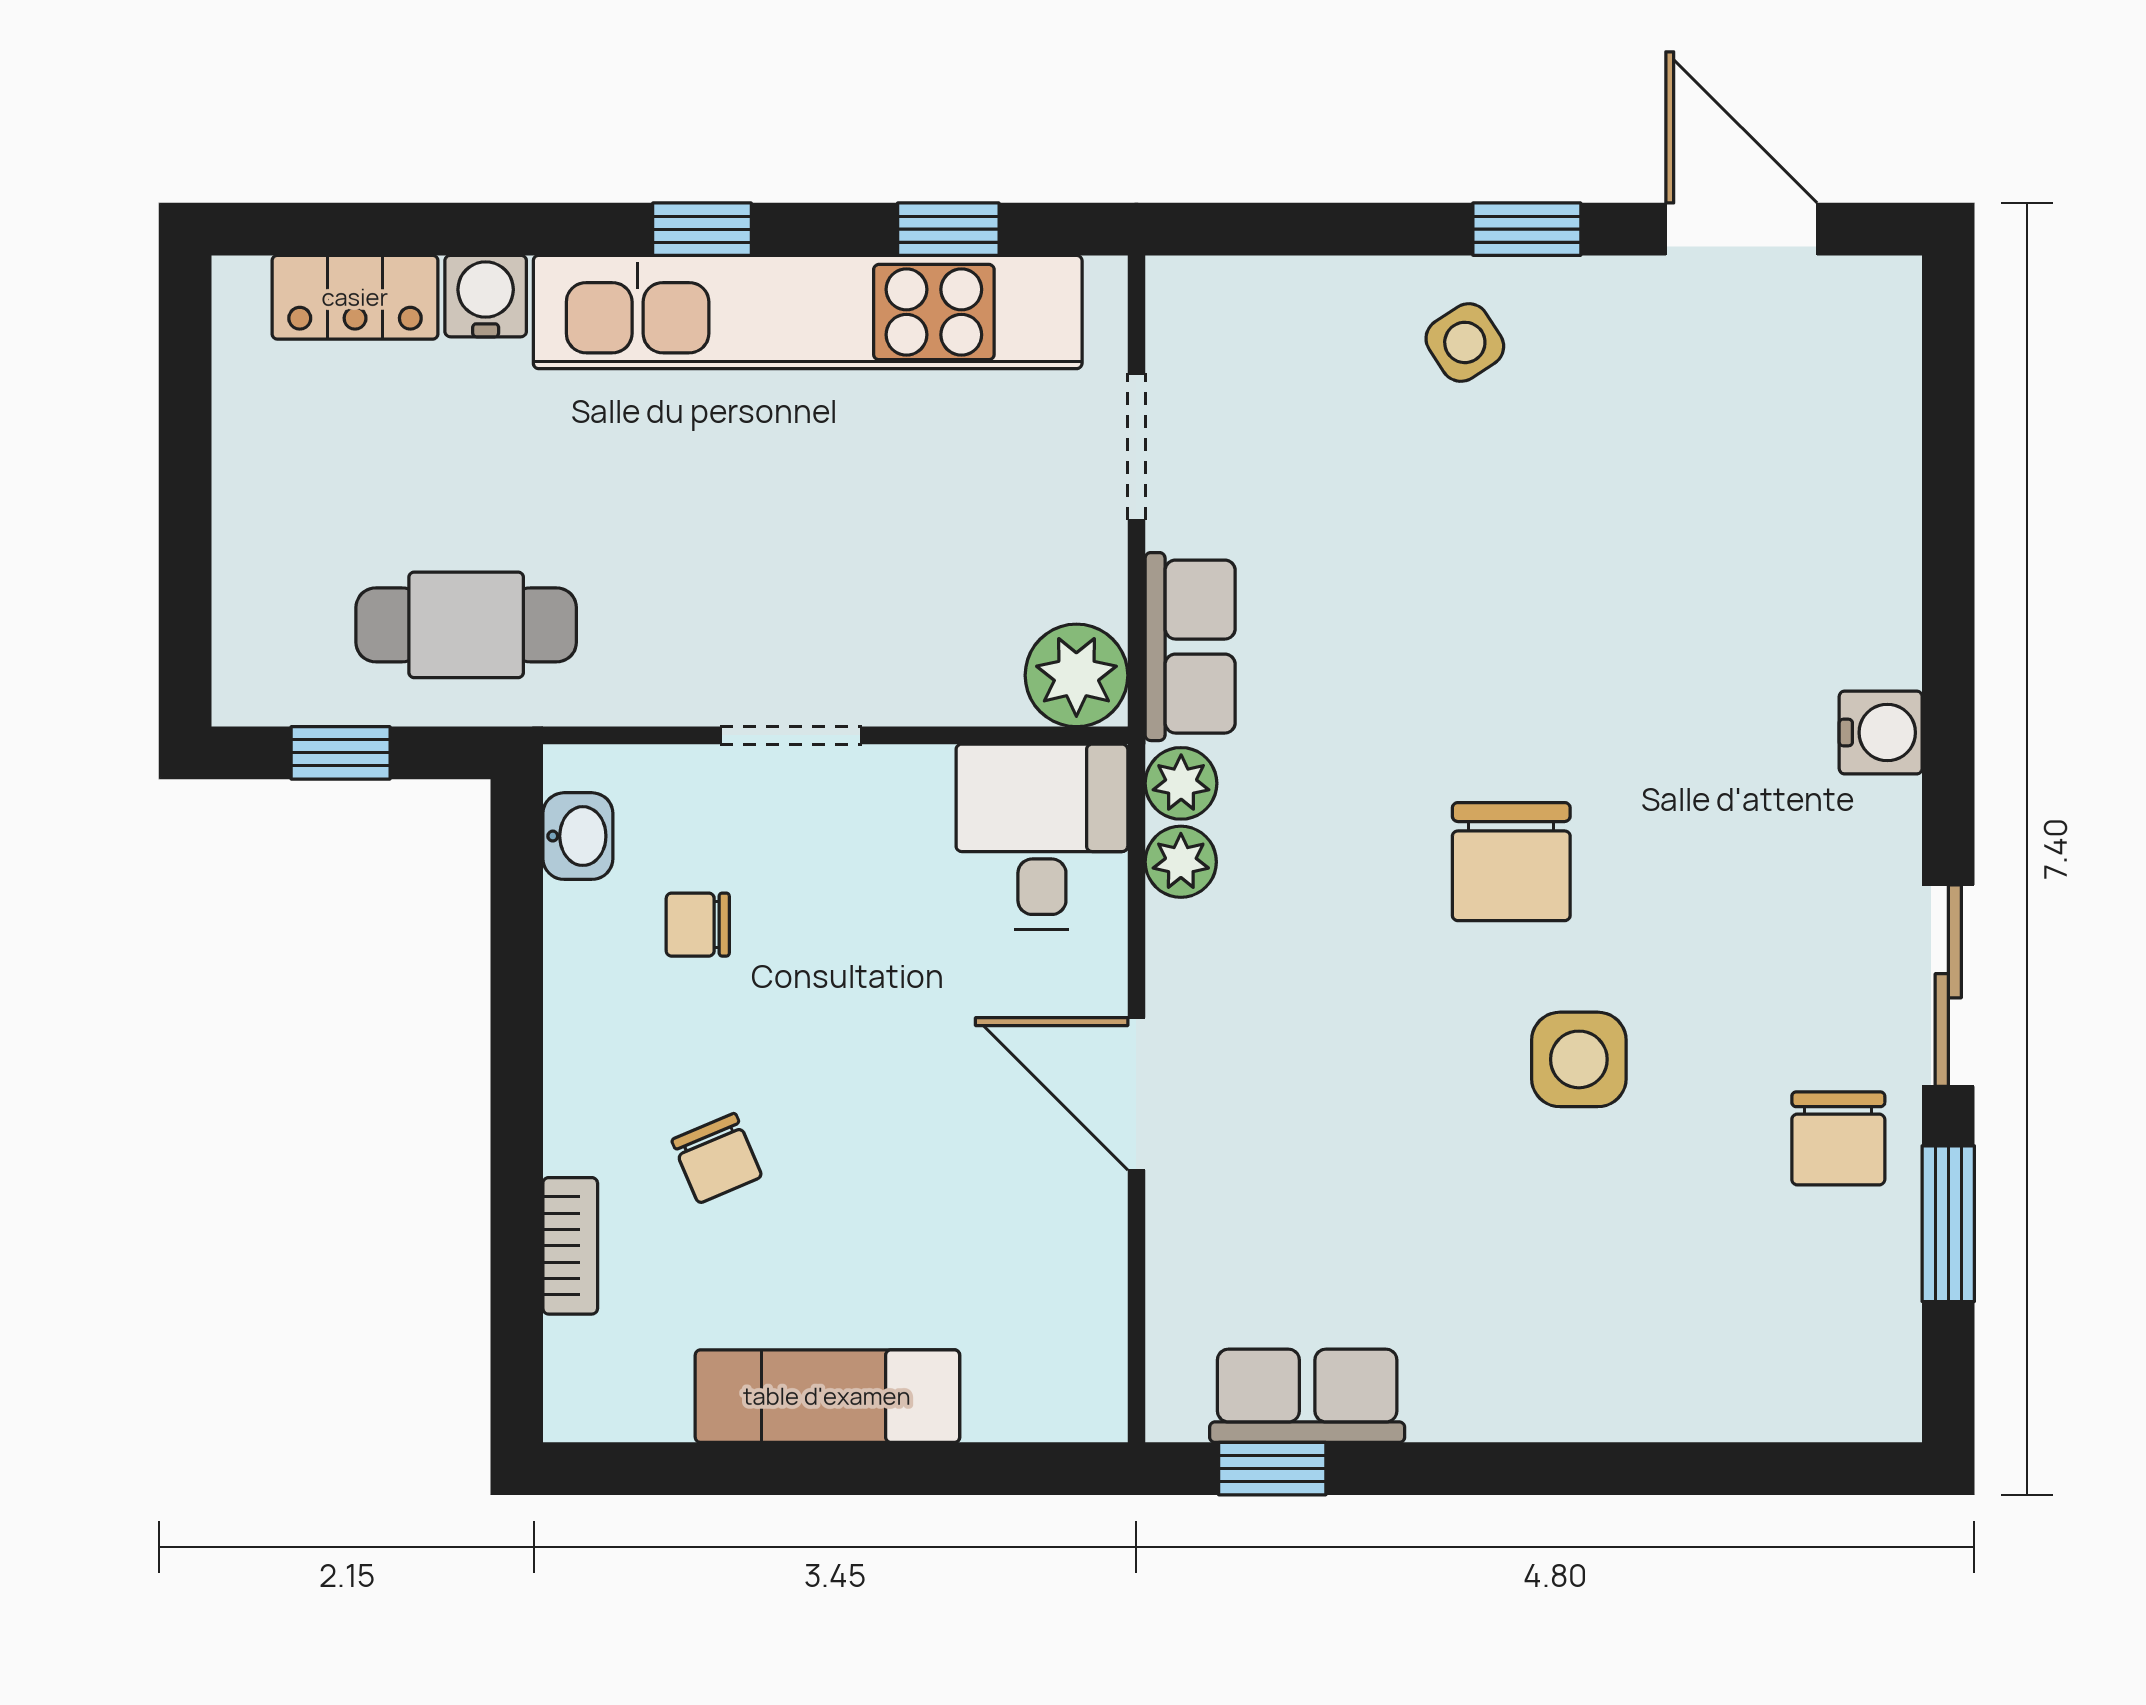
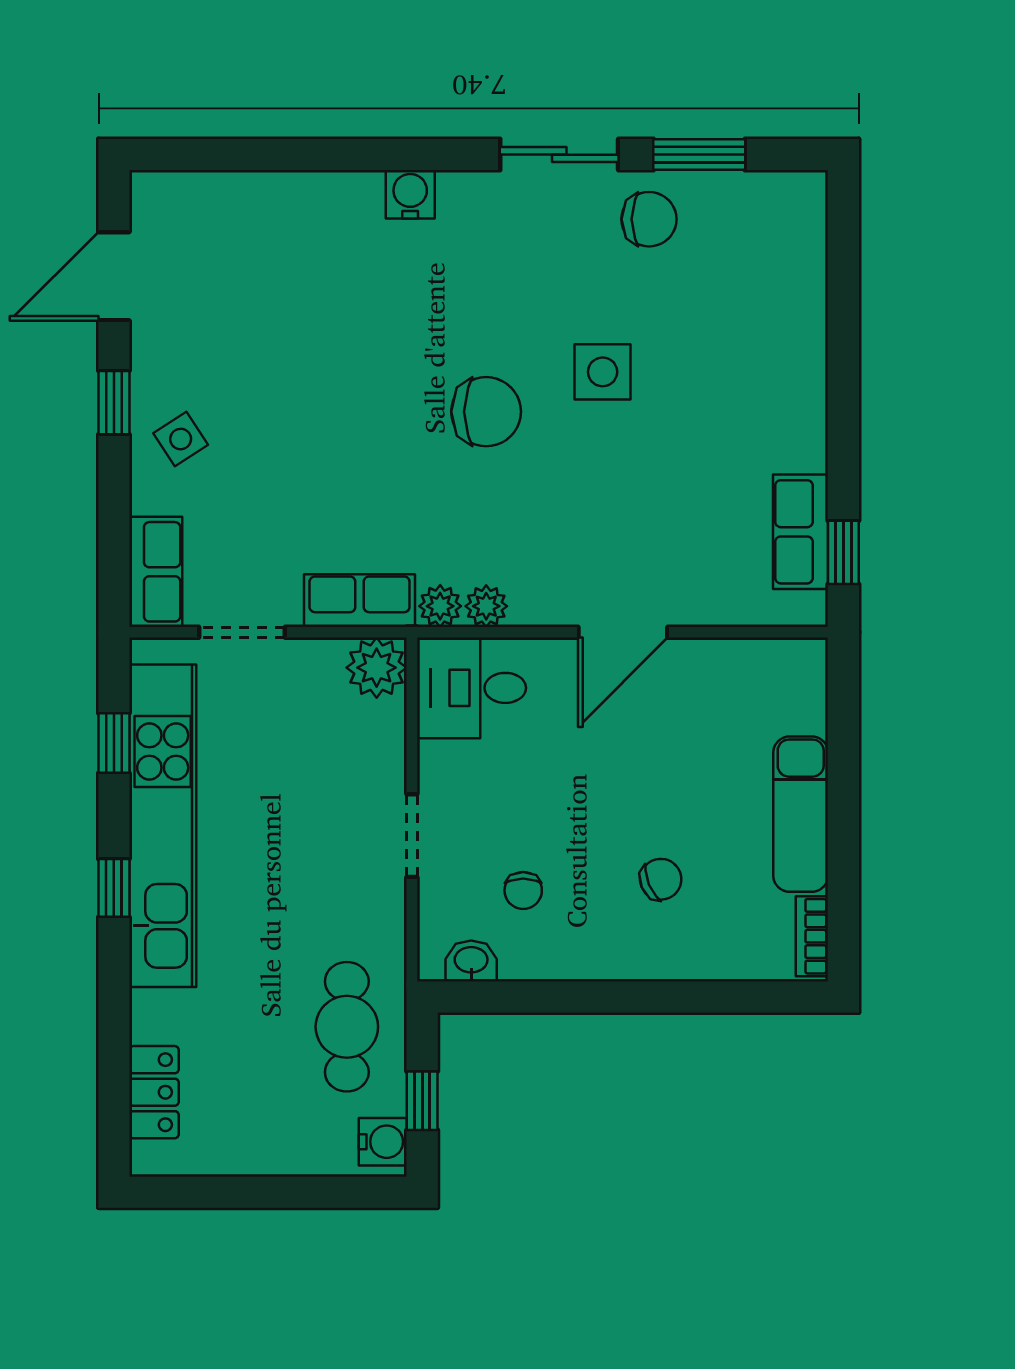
water cooler: (486, 296) -> (383, 1142), moved, turned 180
row of seats: (1239, 300) -> (156, 572), added
bookcase: (570, 1246) -> (812, 936), moved, turned -90

